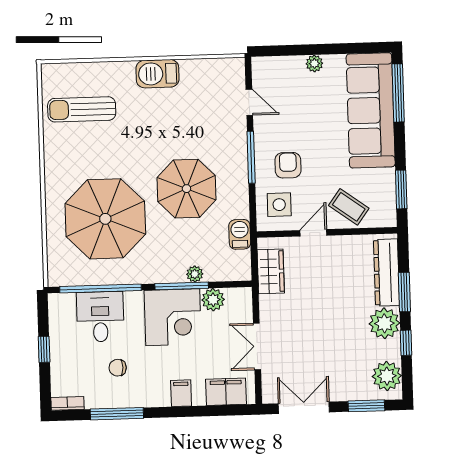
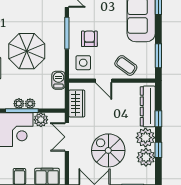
door: (313, 233) -> (104, 81), swing flipped
plant: (176, 274) -> (19, 104), added
window: (404, 292) -> (158, 119), width x0.67
double door: (257, 346) -> (67, 137), moved
spiral stairs: (324, 346) -> (108, 150), added
plant: (387, 376) -> (146, 157), moved

